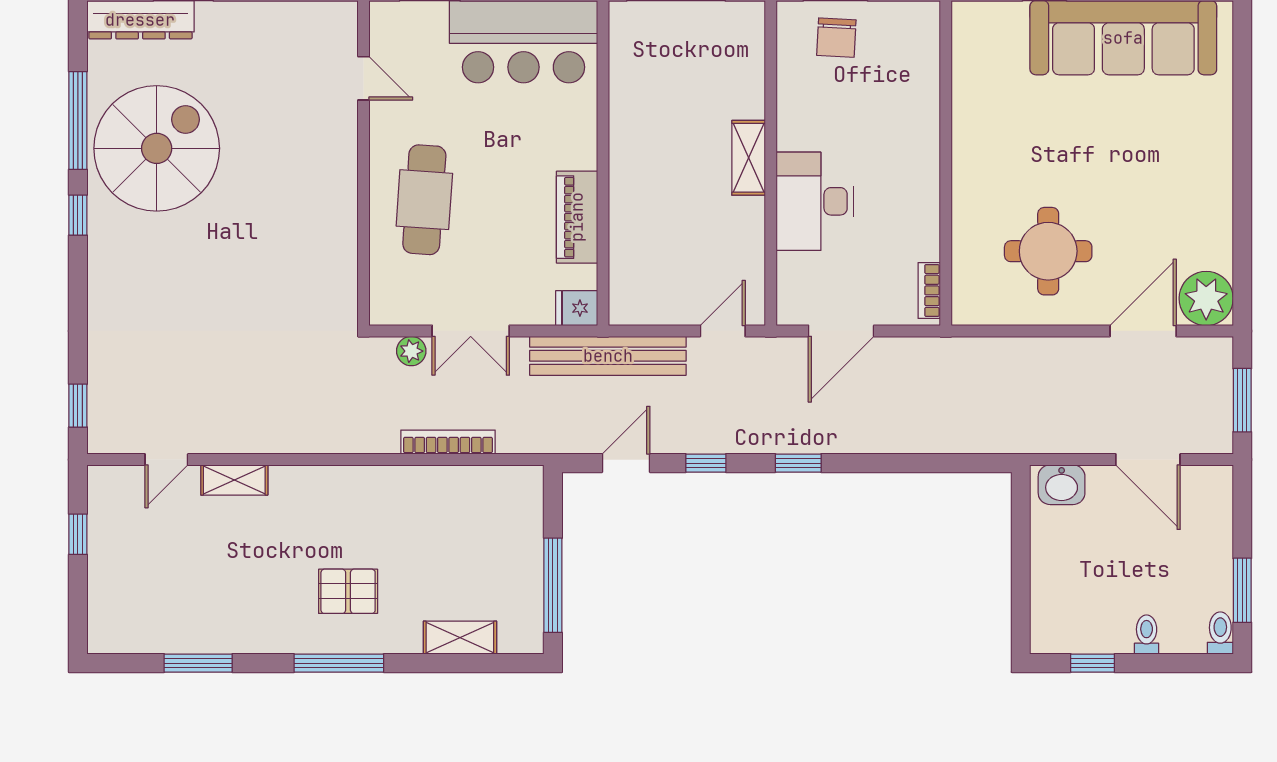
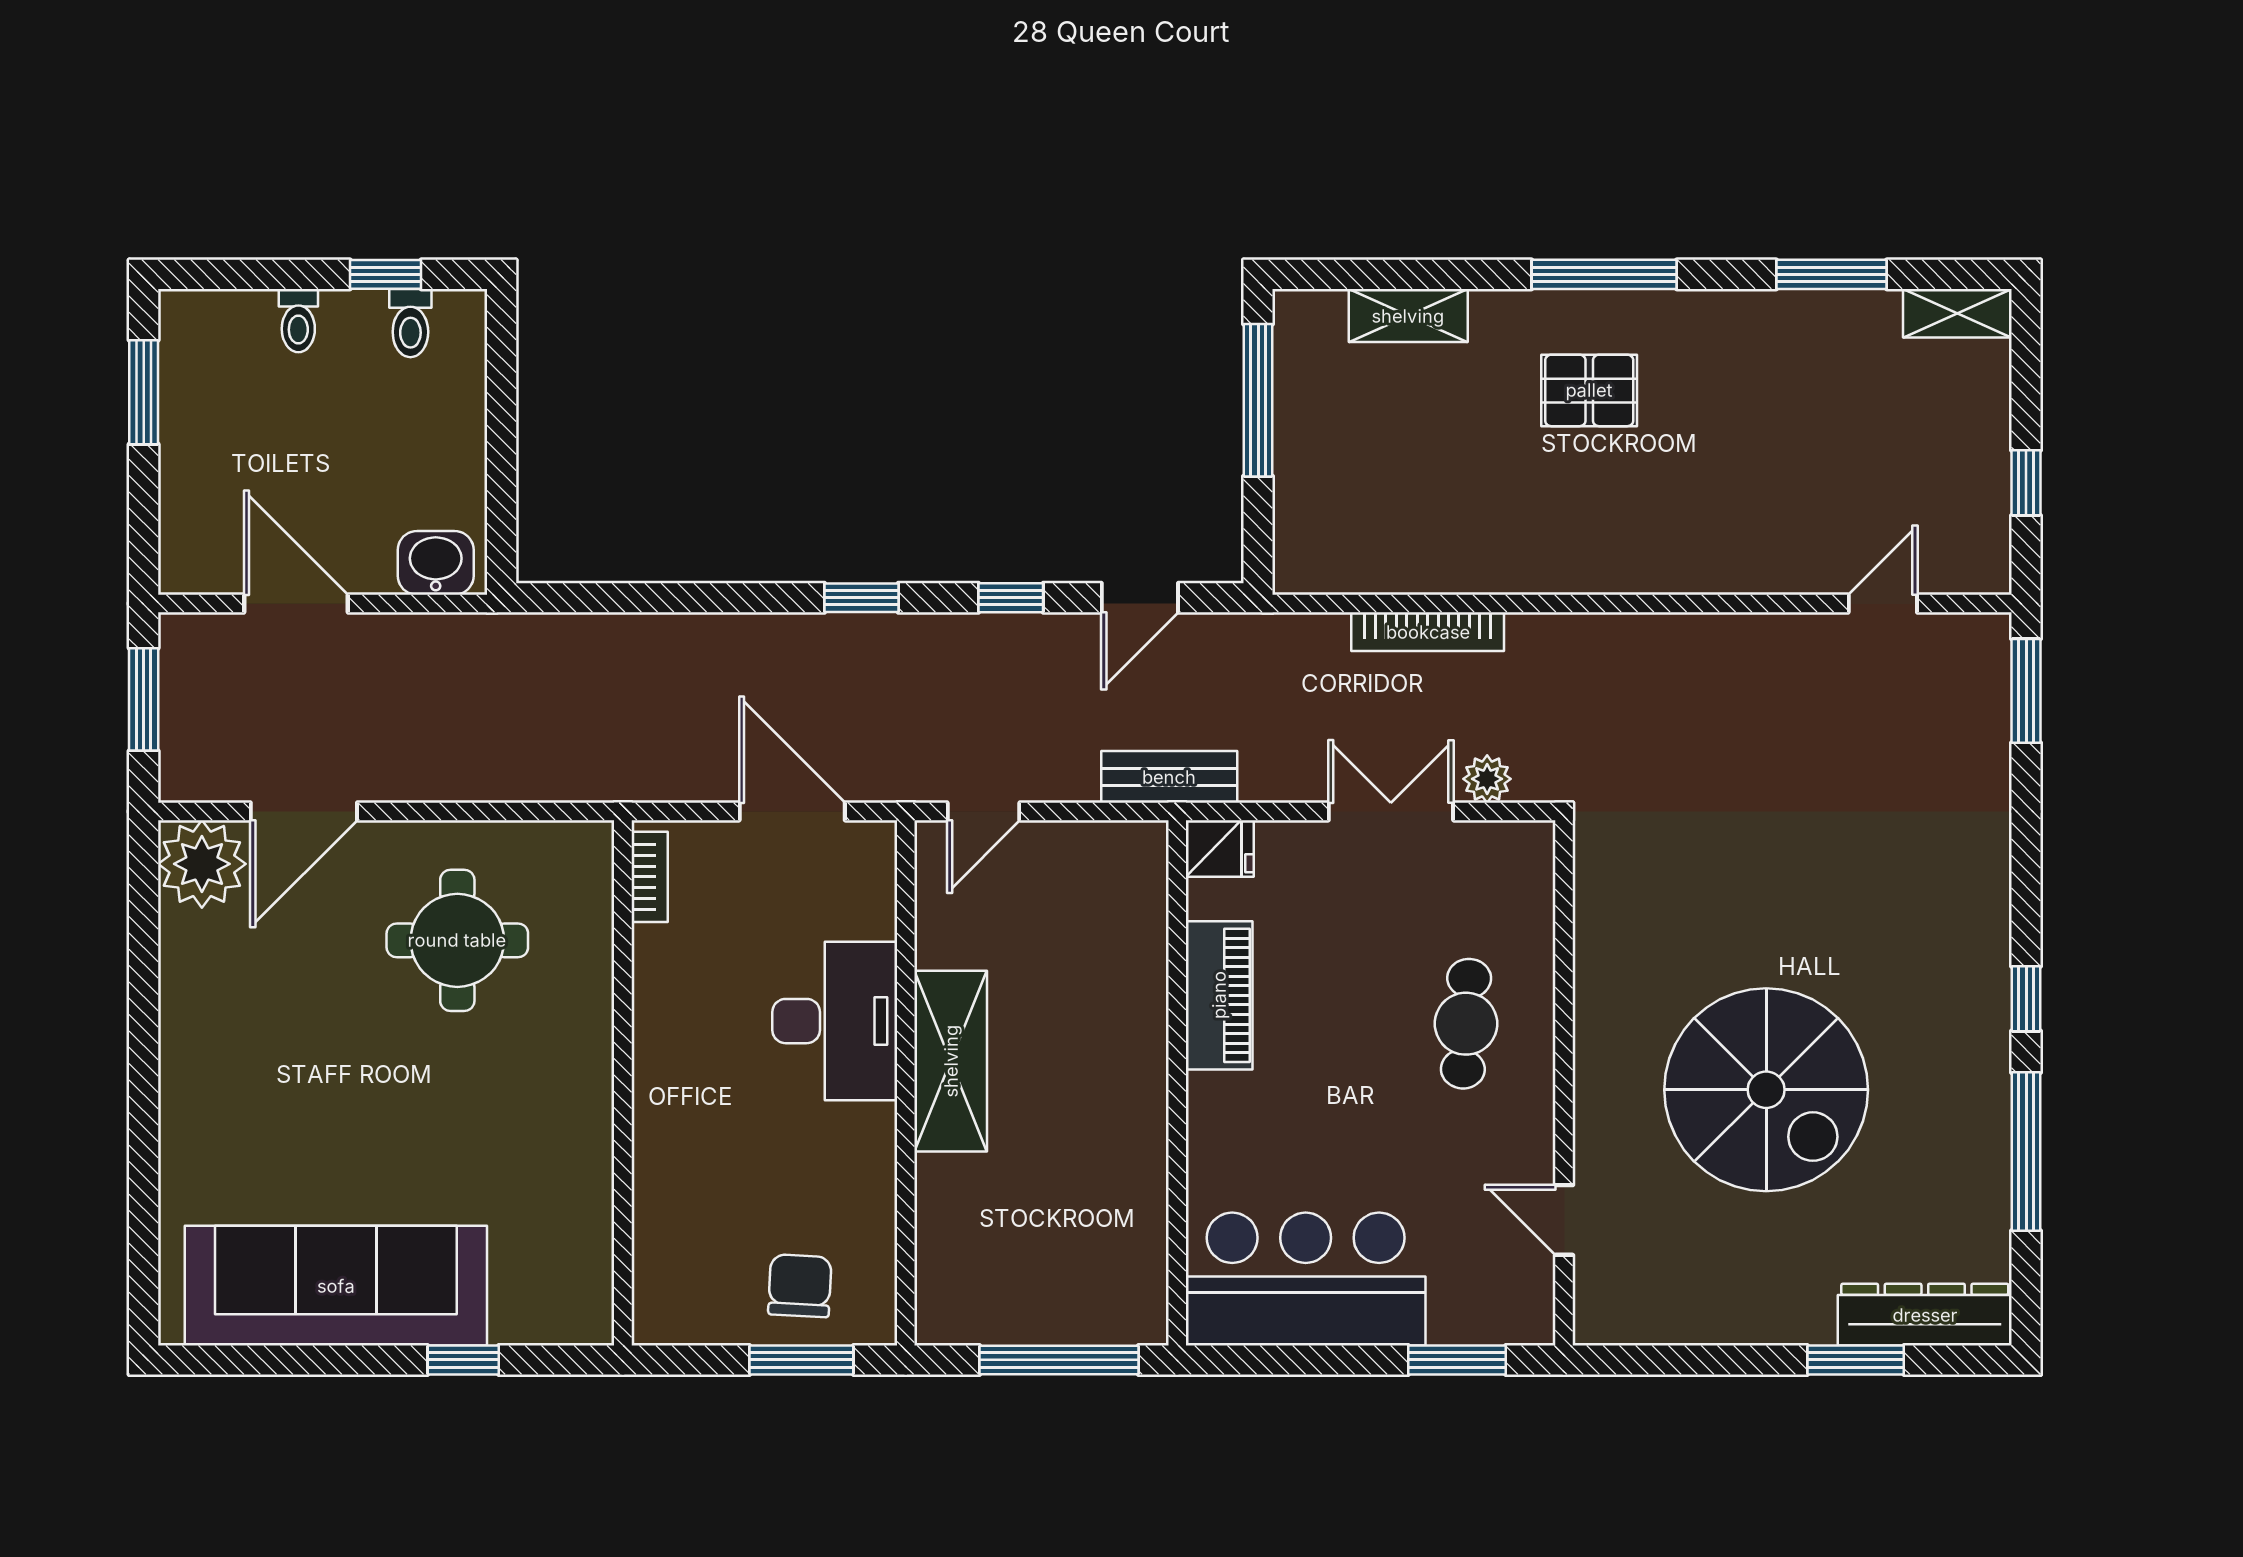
spiral stairs: (157, 148) -> (1766, 1090), moved, turned -90
shelving: (749, 158) -> (951, 1061), width x1.50, depth x1.33
cafe table: (424, 200) -> (1466, 1024), width x0.73, depth x0.74
door: (841, 331) -> (792, 811), hinge flipped
bench: (608, 356) -> (1169, 777), width x0.54, depth x0.82
window: (78, 406) -> (2026, 691), width x1.50
shelving: (234, 480) -> (1957, 313), moved
toilet: (1220, 633) -> (410, 323), moved

